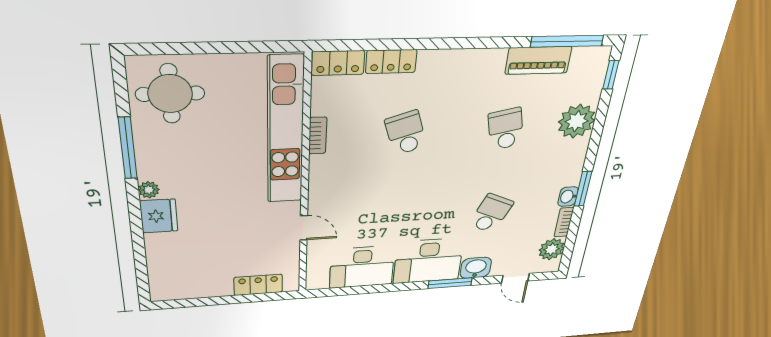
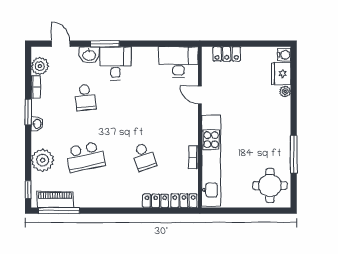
piano: (538, 60) -> (55, 200), moved
school desk: (506, 129) -> (85, 157), width x1.85
plant: (149, 190) -> (285, 91), moved
washbasin: (568, 197) -> (37, 124), moved
school desk: (491, 213) -> (85, 97), turned -30
fridge: (159, 216) -> (281, 74), moved
desk: (428, 261) -> (115, 63), width x0.73
desk: (362, 267) -> (178, 62), moved
water cooler: (160, 291) -> (284, 55), added

